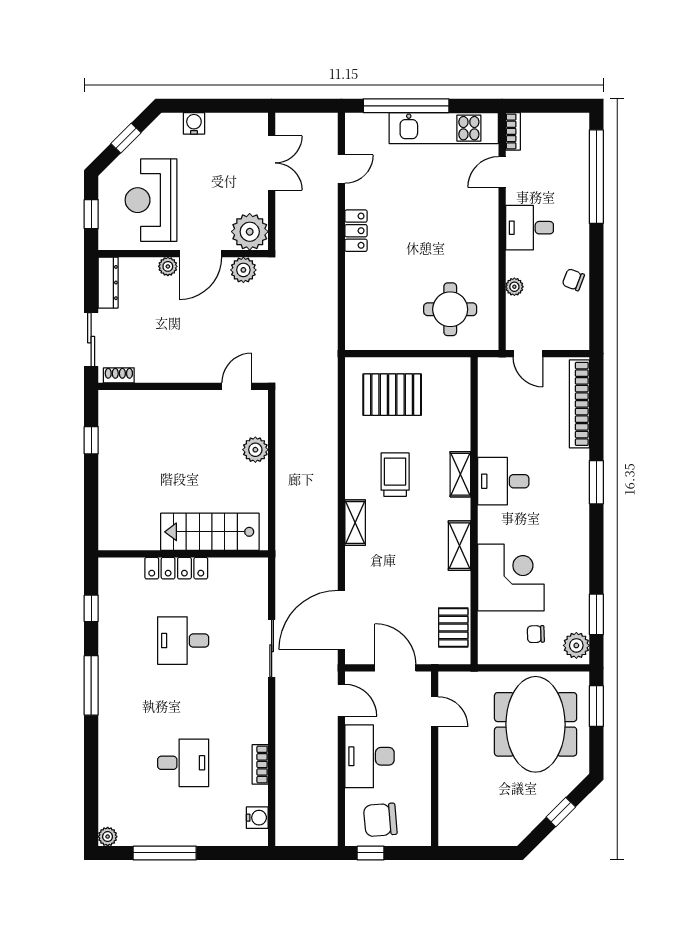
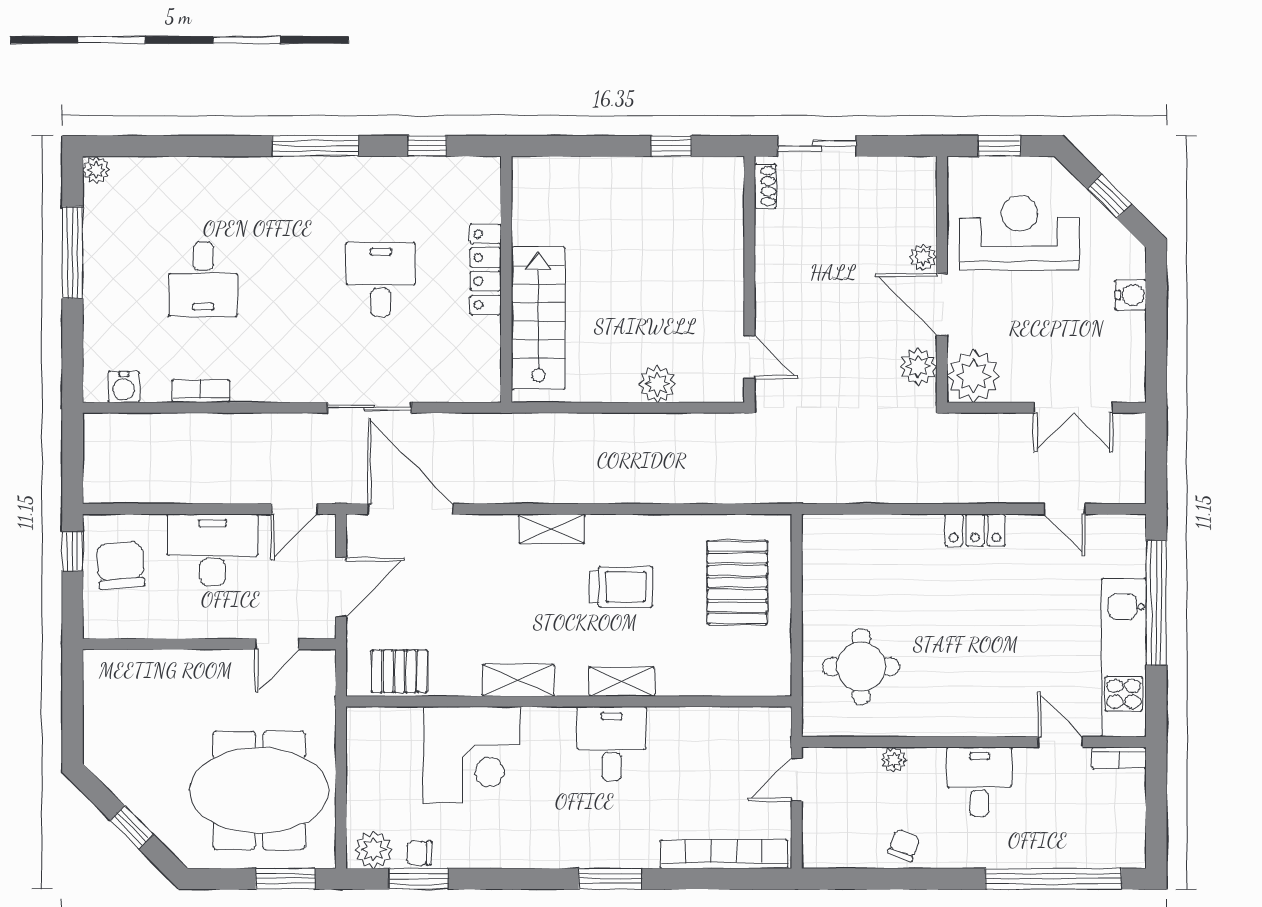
dresser: (108, 283) -> (900, 171), removed
chair: (536, 634) -> (419, 853), moved, turned -87

